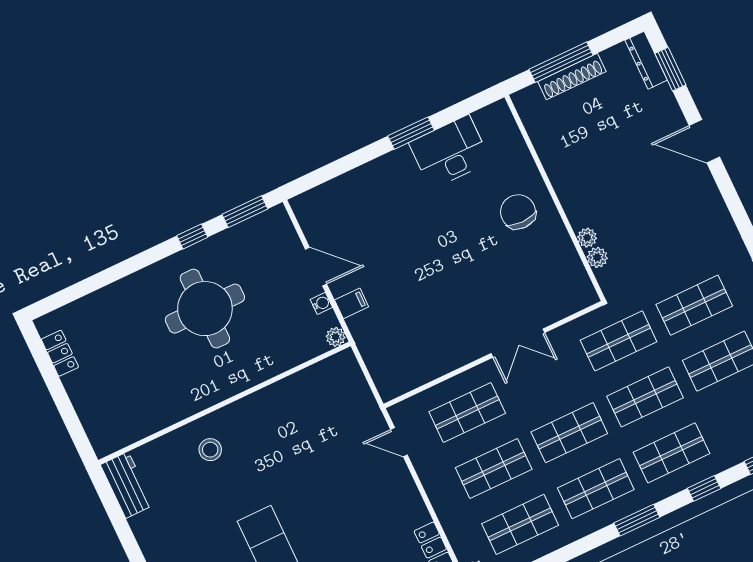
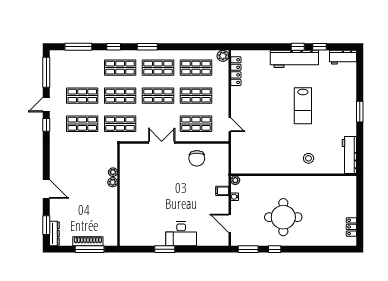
desk: (450, 152) -> (181, 234), moved
chair: (518, 212) -> (197, 158), moved
plant: (597, 257) -> (113, 182), moved
door: (316, 267) -> (230, 223), moved
workbench: (127, 485) -> (349, 155), width x1.38

